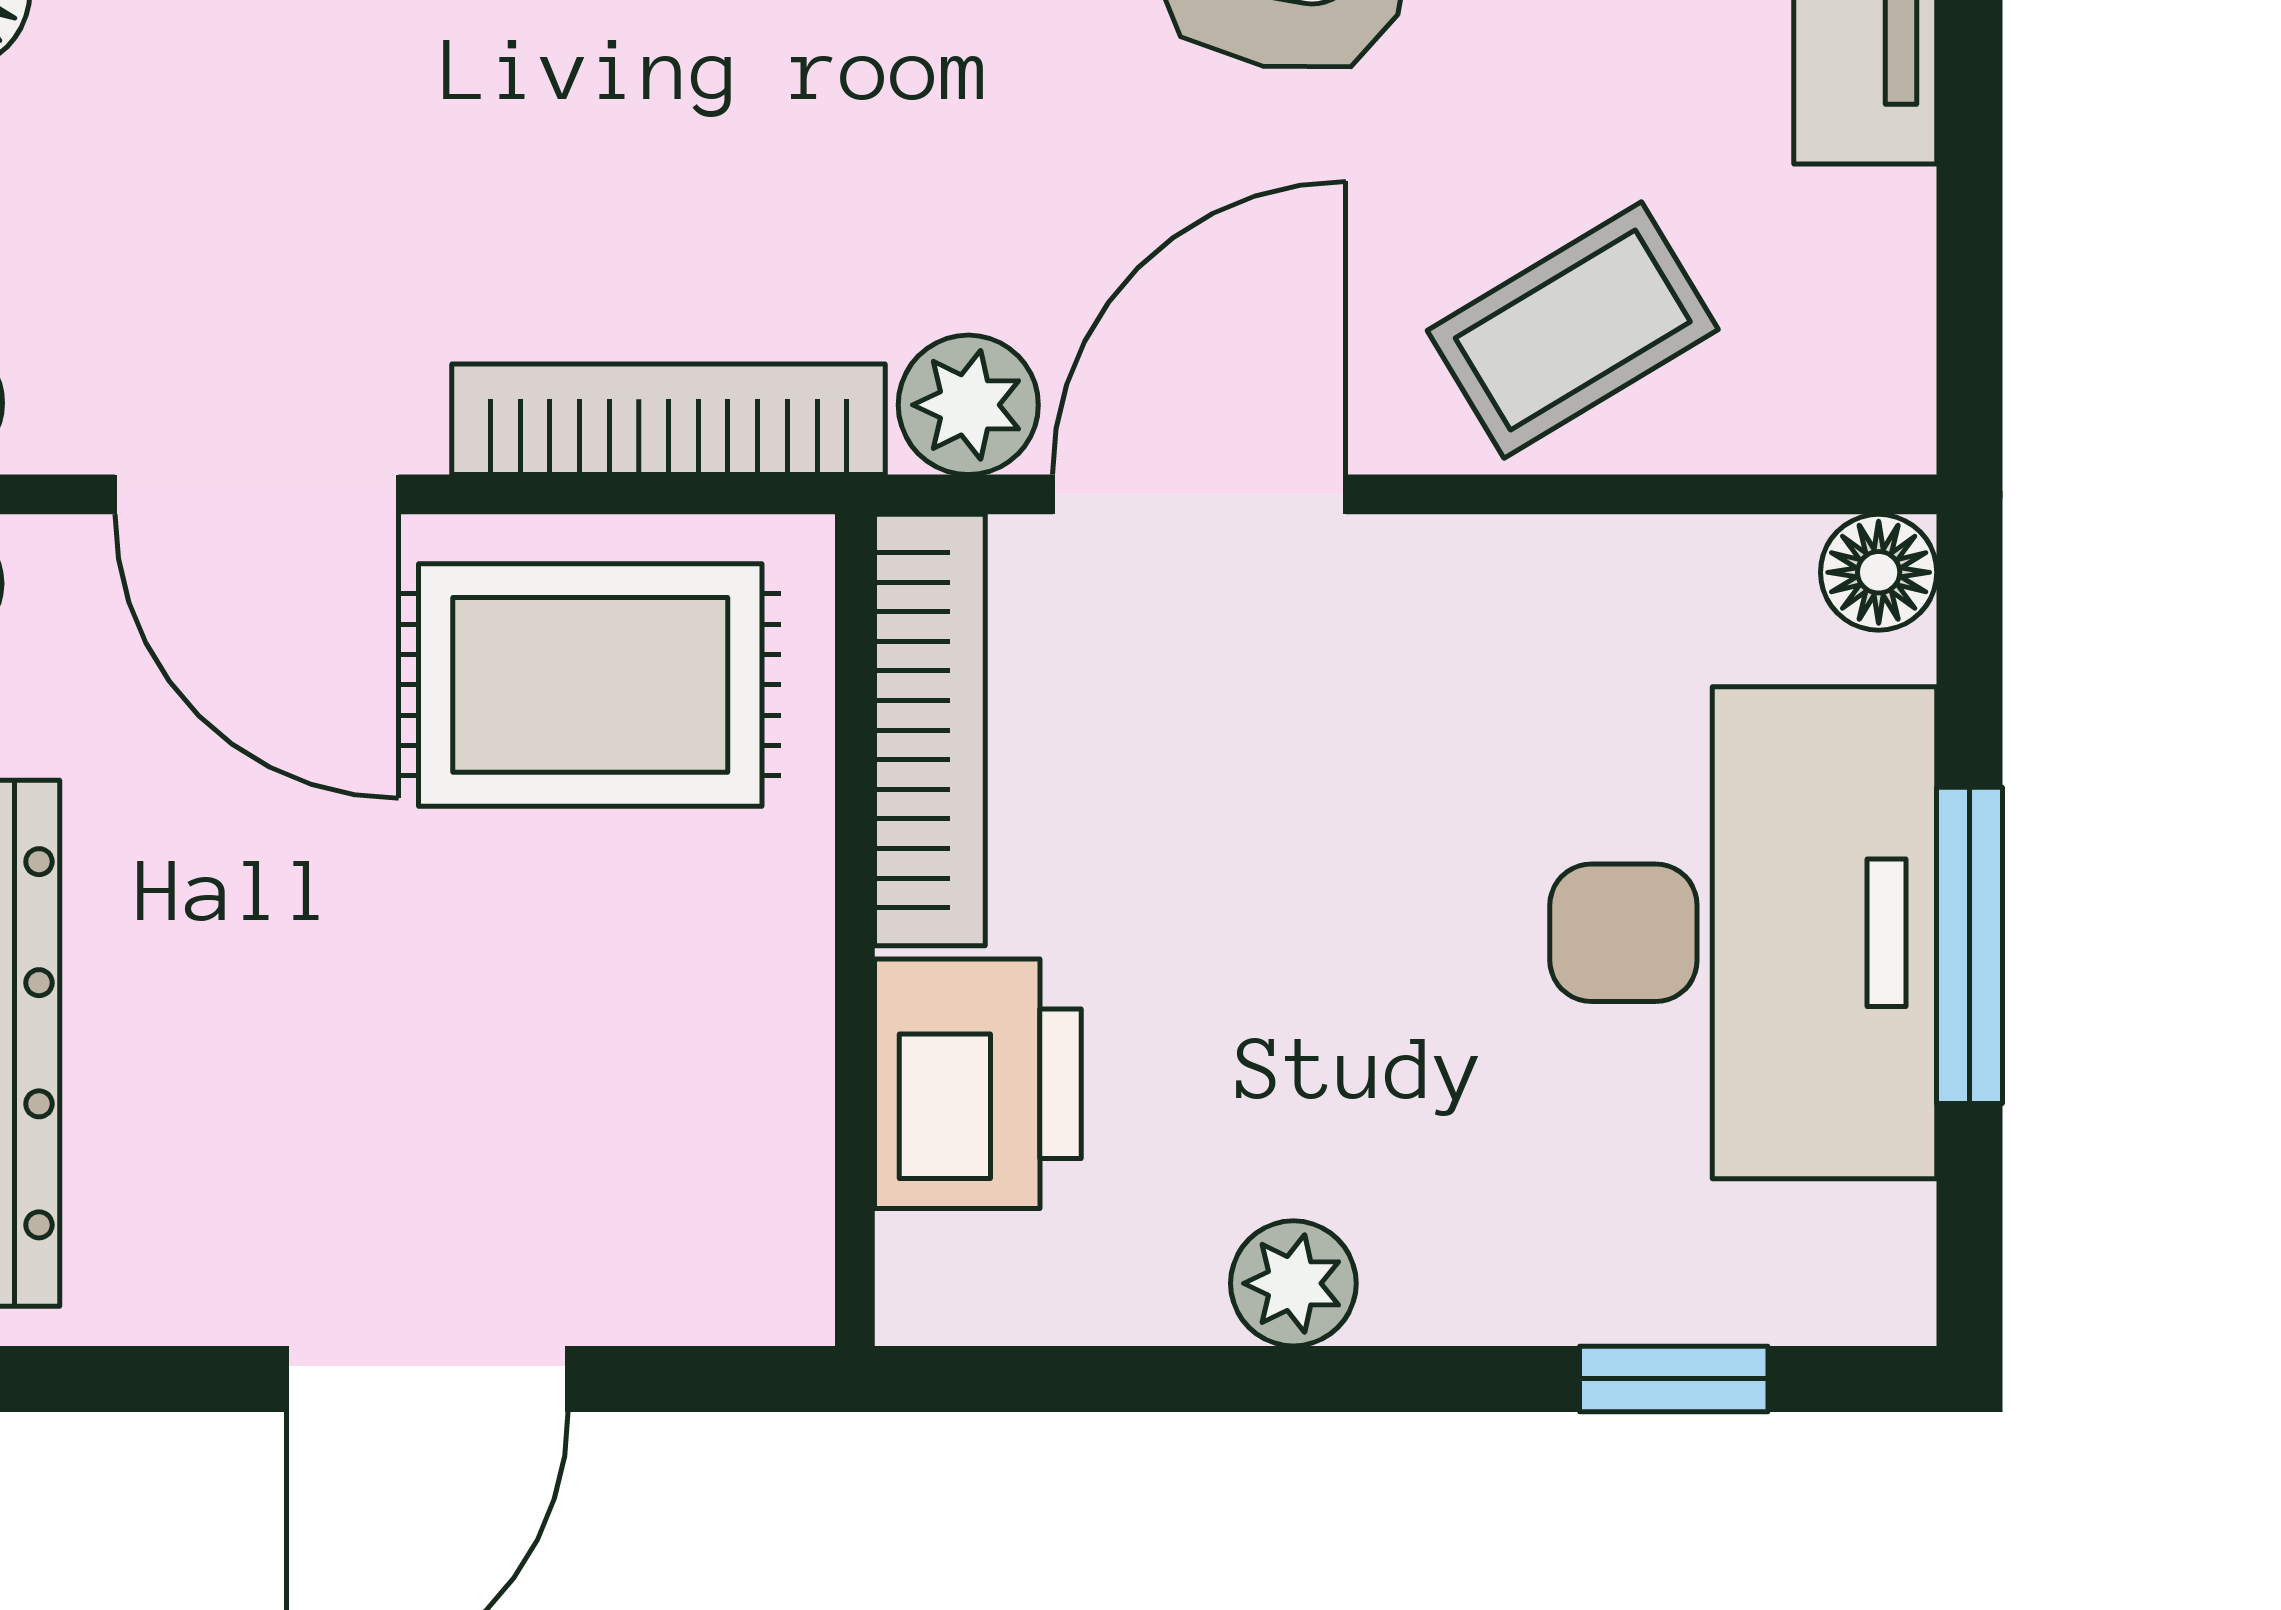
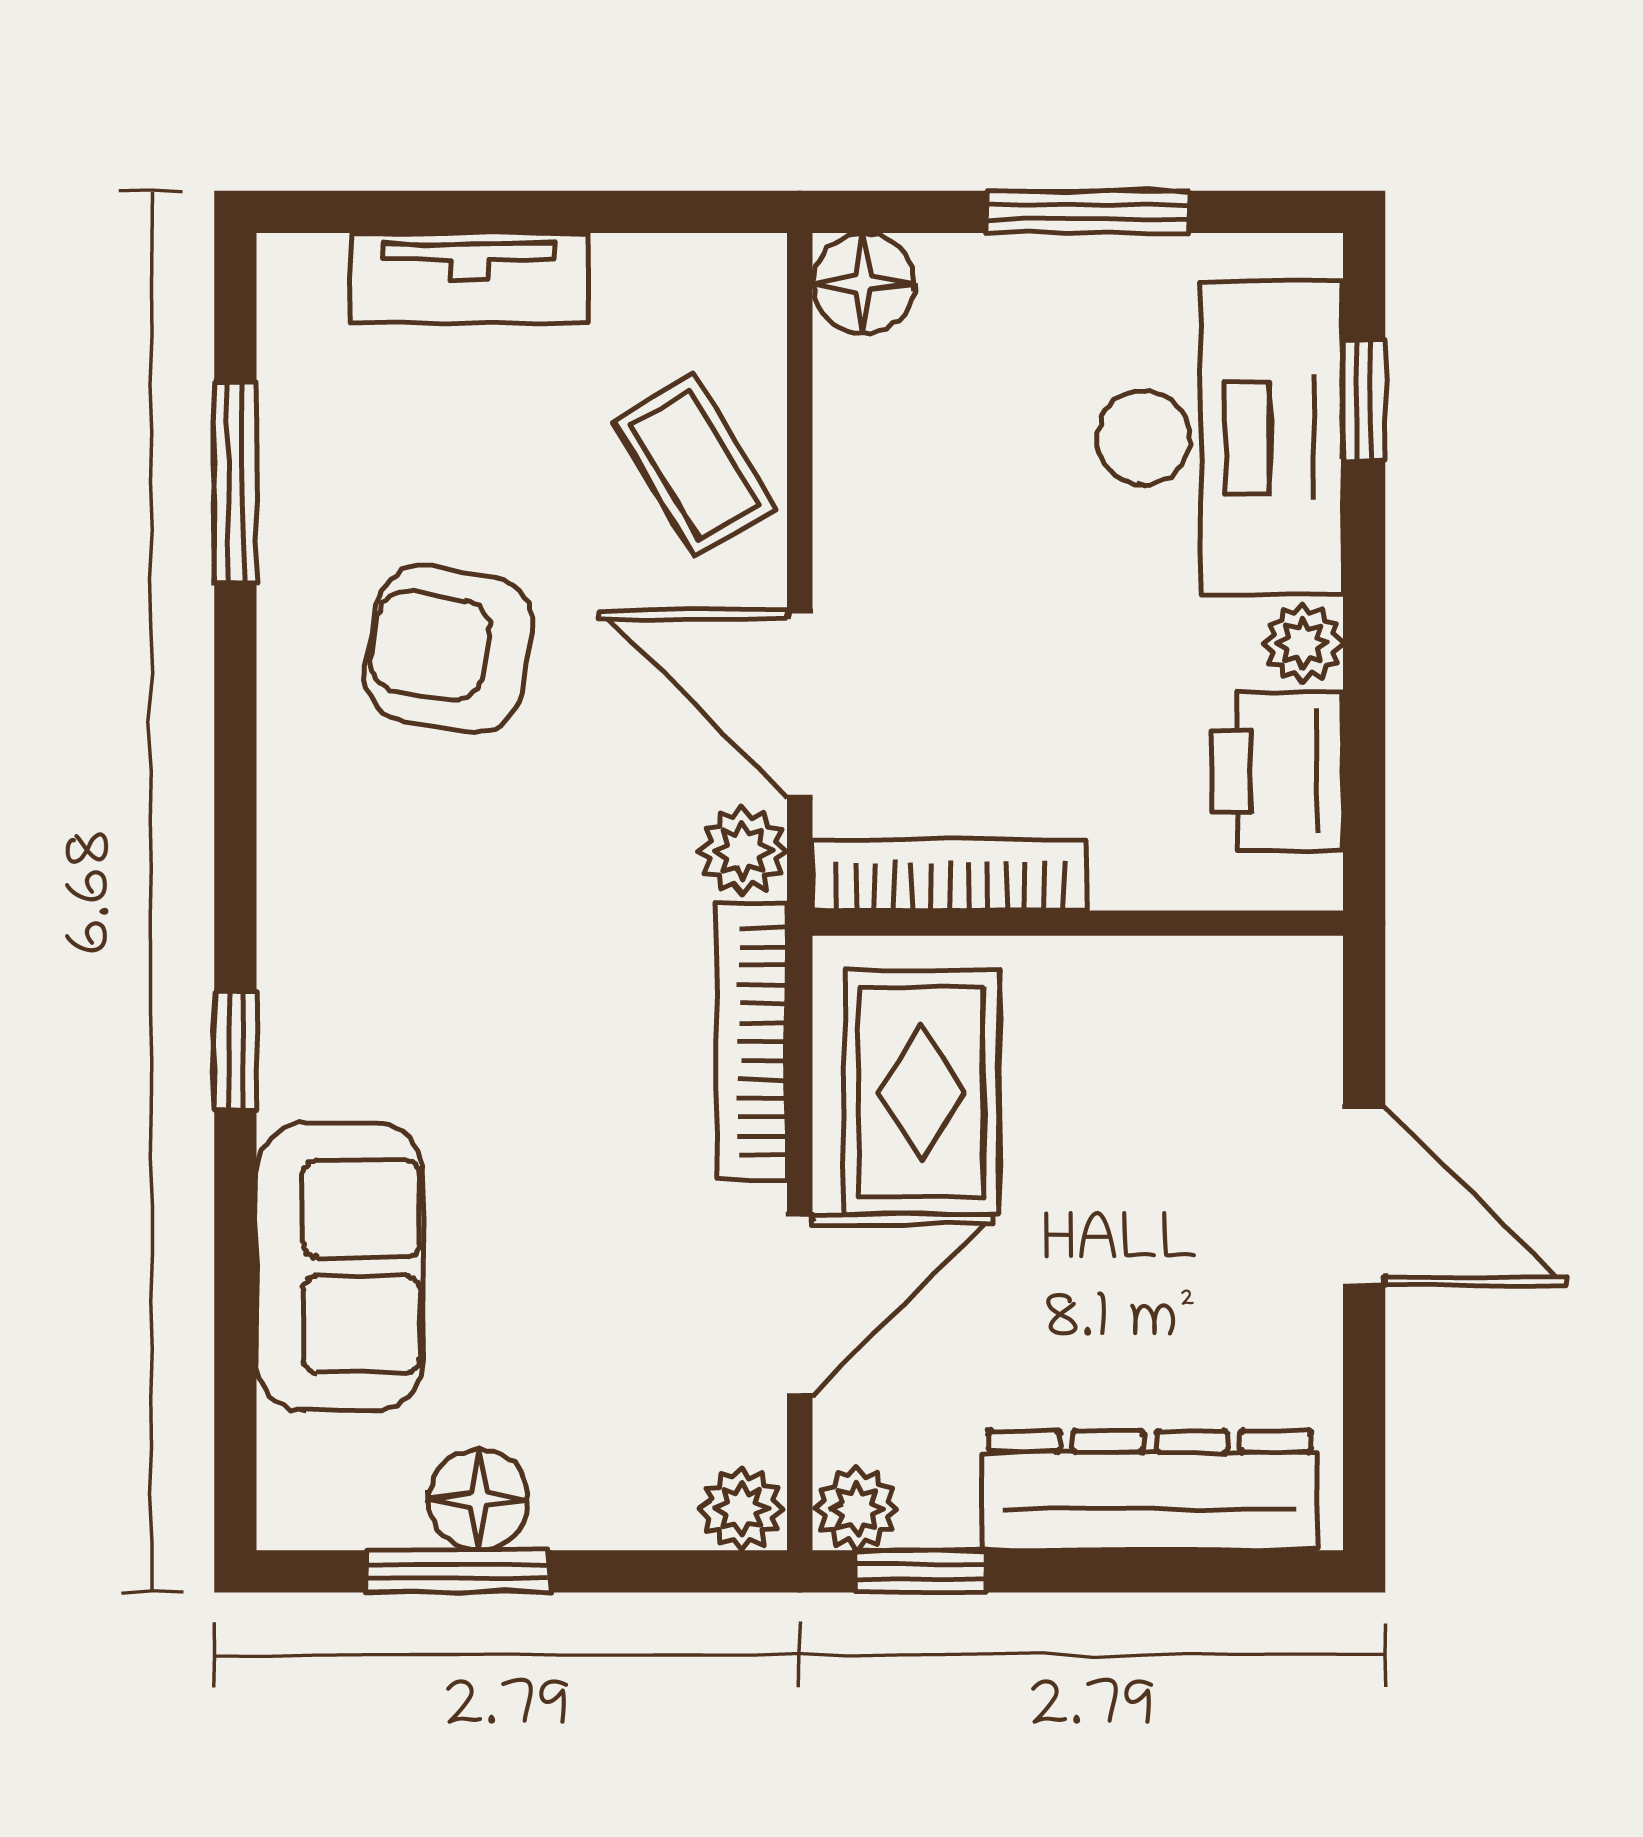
floor lamp: (1879, 572) -> (863, 284), width x1.37, depth x1.37
desk: (1743, 933) -> (1220, 438), moved, turned 90
printer: (978, 1084) -> (1277, 771), moved, turned -90

